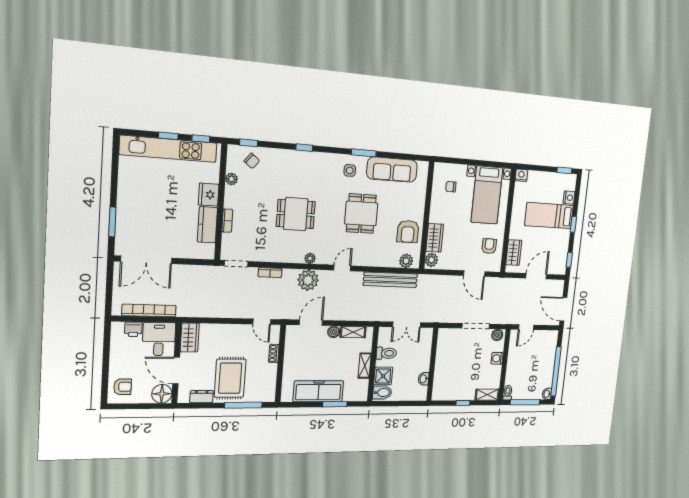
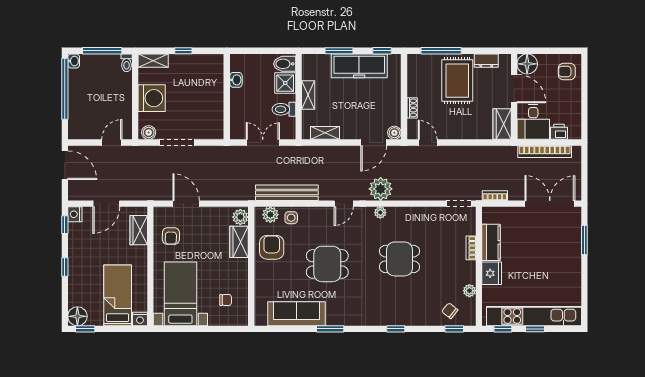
side table: (350, 170) -> (291, 218), moved
floor lamp: (569, 182) -> (77, 316), added
nightstand: (569, 198) -> (75, 214), moved
dining table: (361, 213) -> (327, 264), turned 90
bed: (549, 216) -> (118, 295), moved, turned -90
bookcase: (270, 273) -> (495, 196), moved
boiler: (334, 332) -> (394, 133), moved
washing machine: (497, 358) -> (152, 98), width x1.89, depth x1.89
window: (297, 405) -> (382, 51), added

